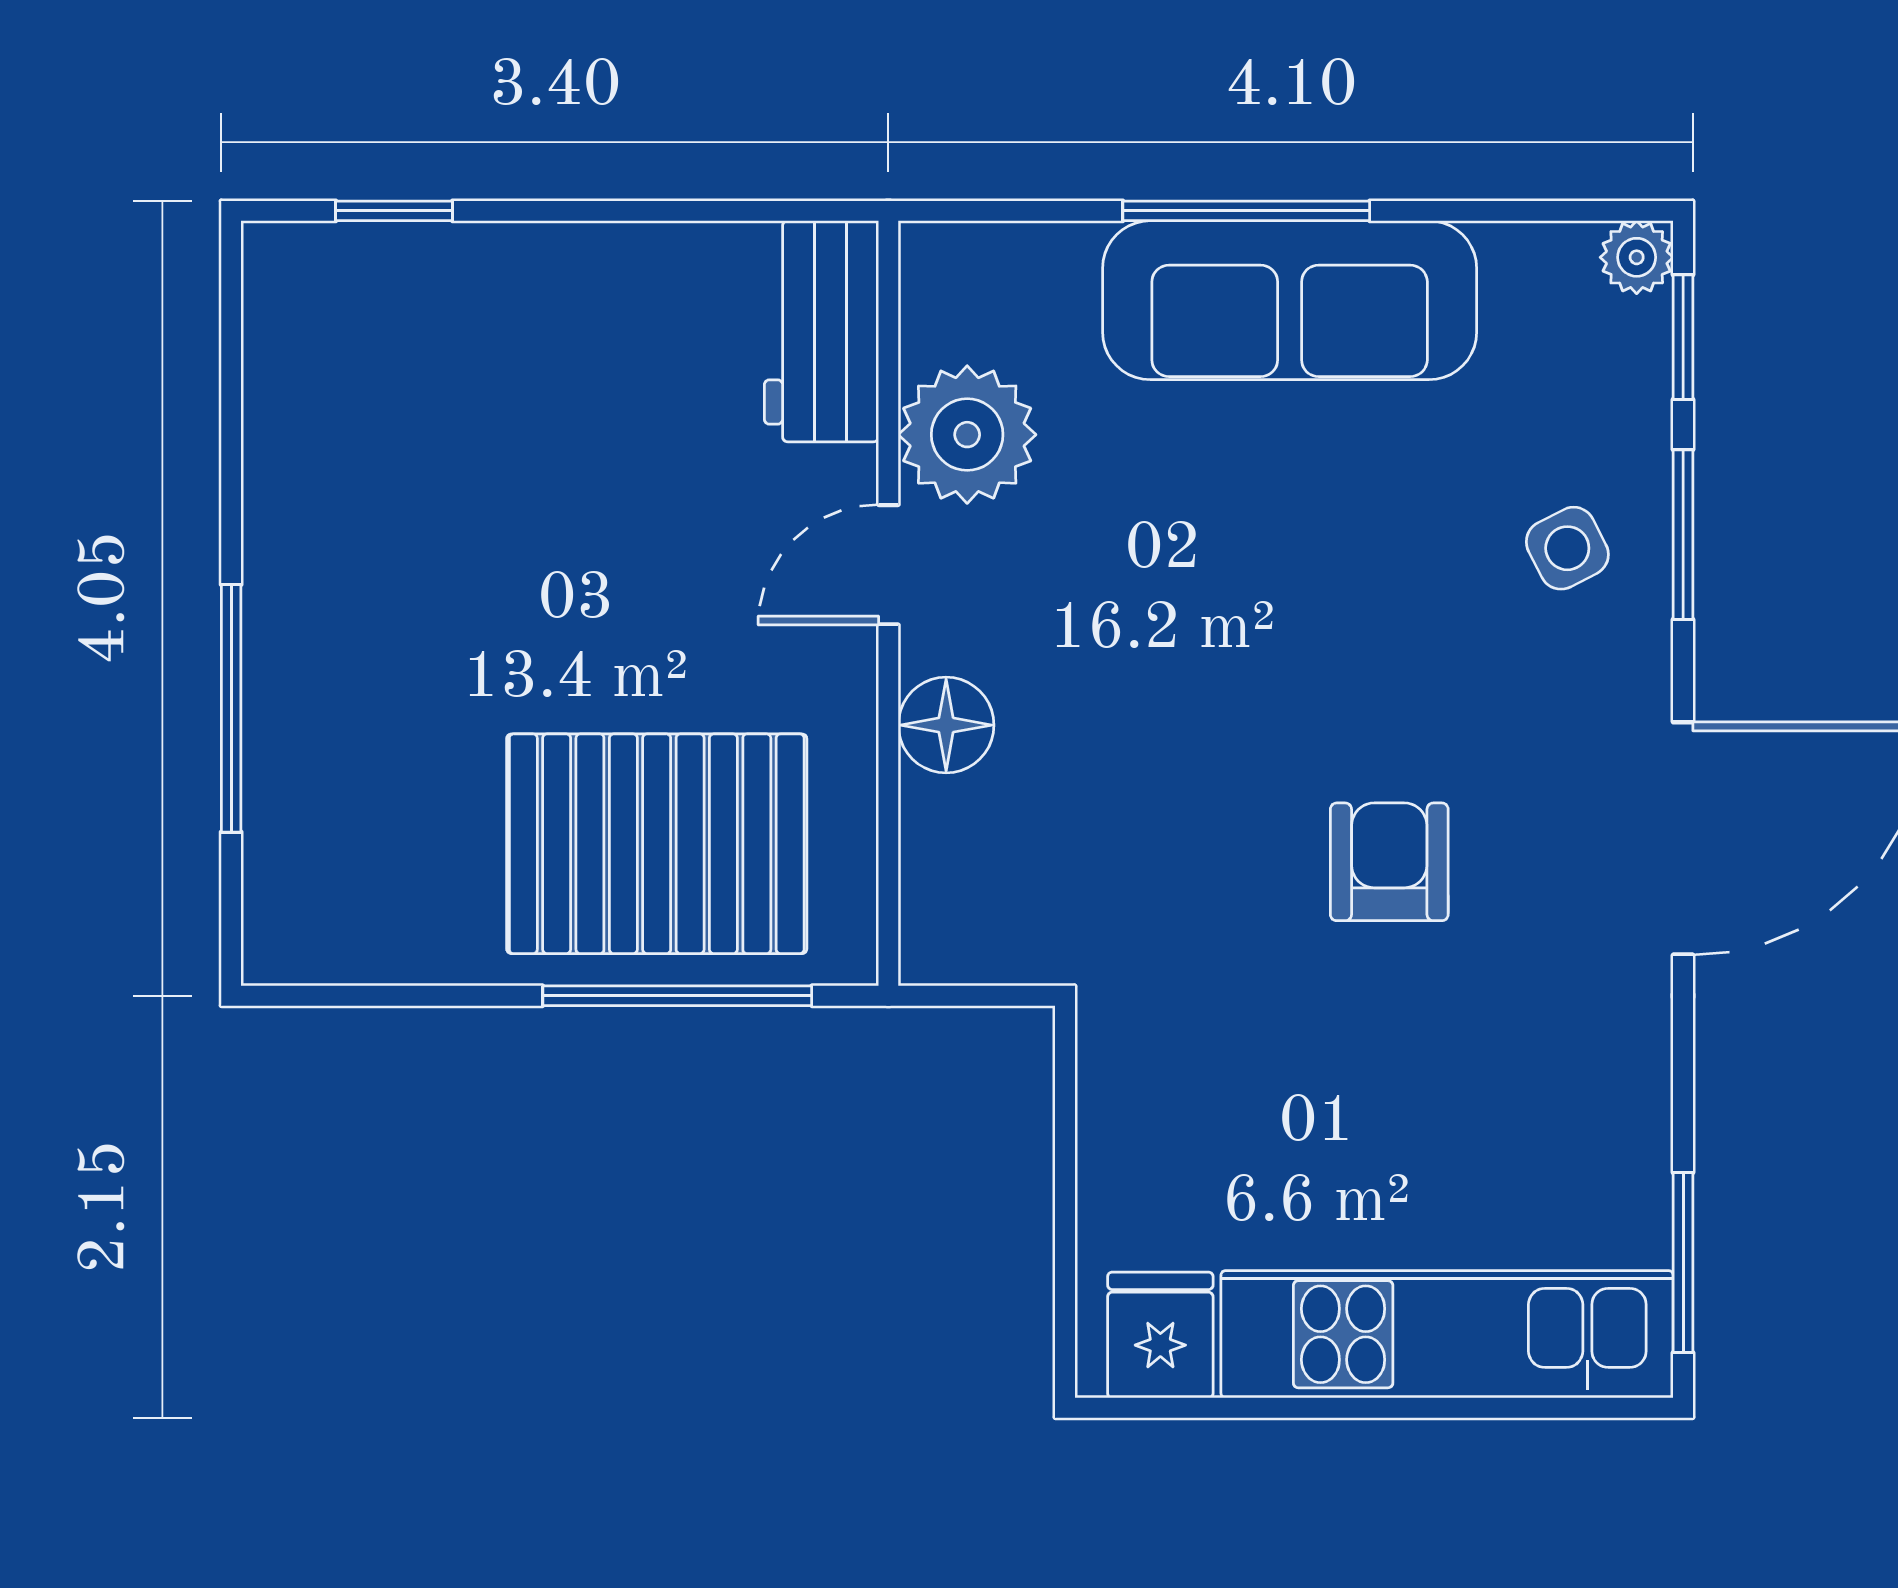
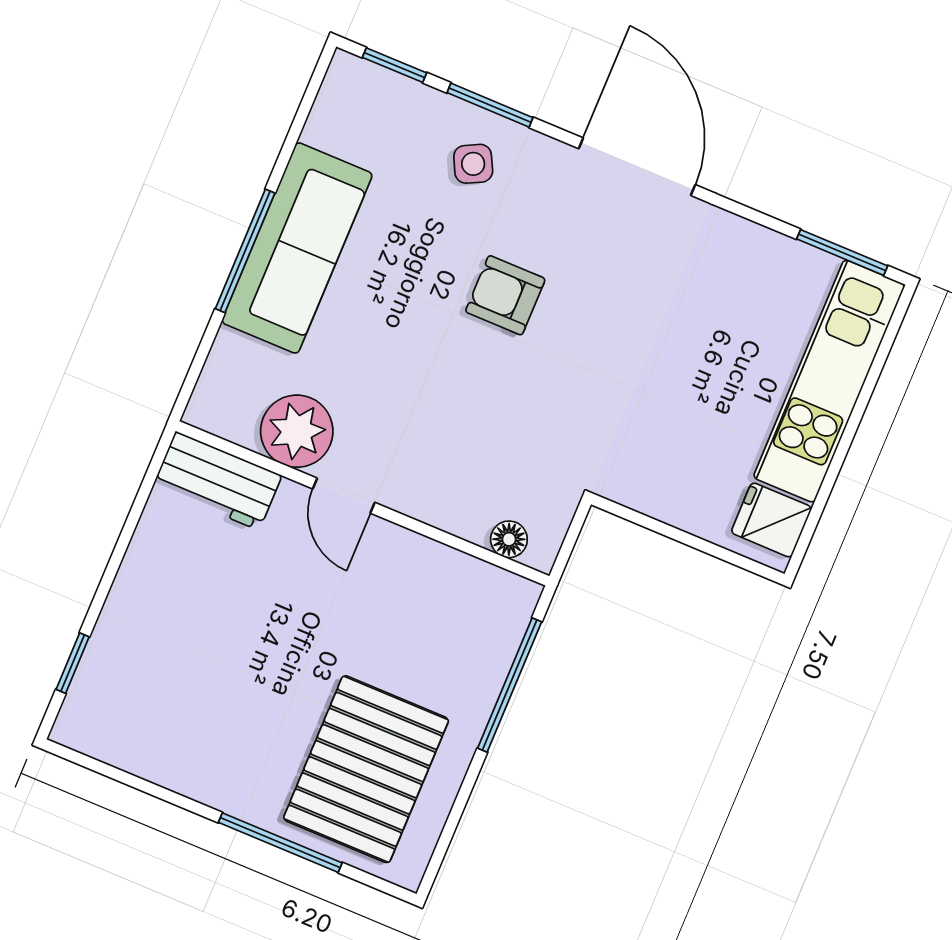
plant: (1637, 257) -> (346, 71), removed
floor lamp: (946, 725) -> (509, 539), moved, width x0.73, depth x0.73
pallet: (657, 844) -> (366, 769), moved
armchair: (1389, 862) -> (505, 295), moved

